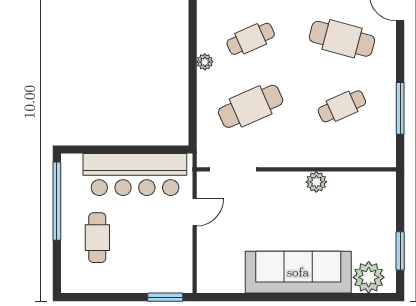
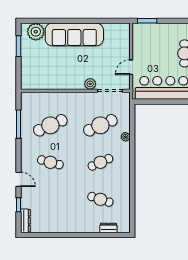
cafe table: (342, 39) -> (50, 162), width x0.73, depth x0.74
plant: (205, 62) -> (125, 137), moved
cafe table: (342, 106) -> (50, 125), width x1.37, depth x1.35
plant: (316, 182) -> (90, 84), moved

